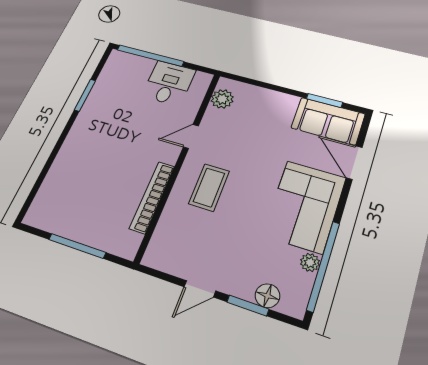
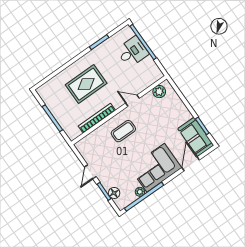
desk: (169, 83) -> (132, 52), moved
rug: (101, 161) -> (86, 84), added
door: (200, 289) -> (90, 172), hinge flipped

